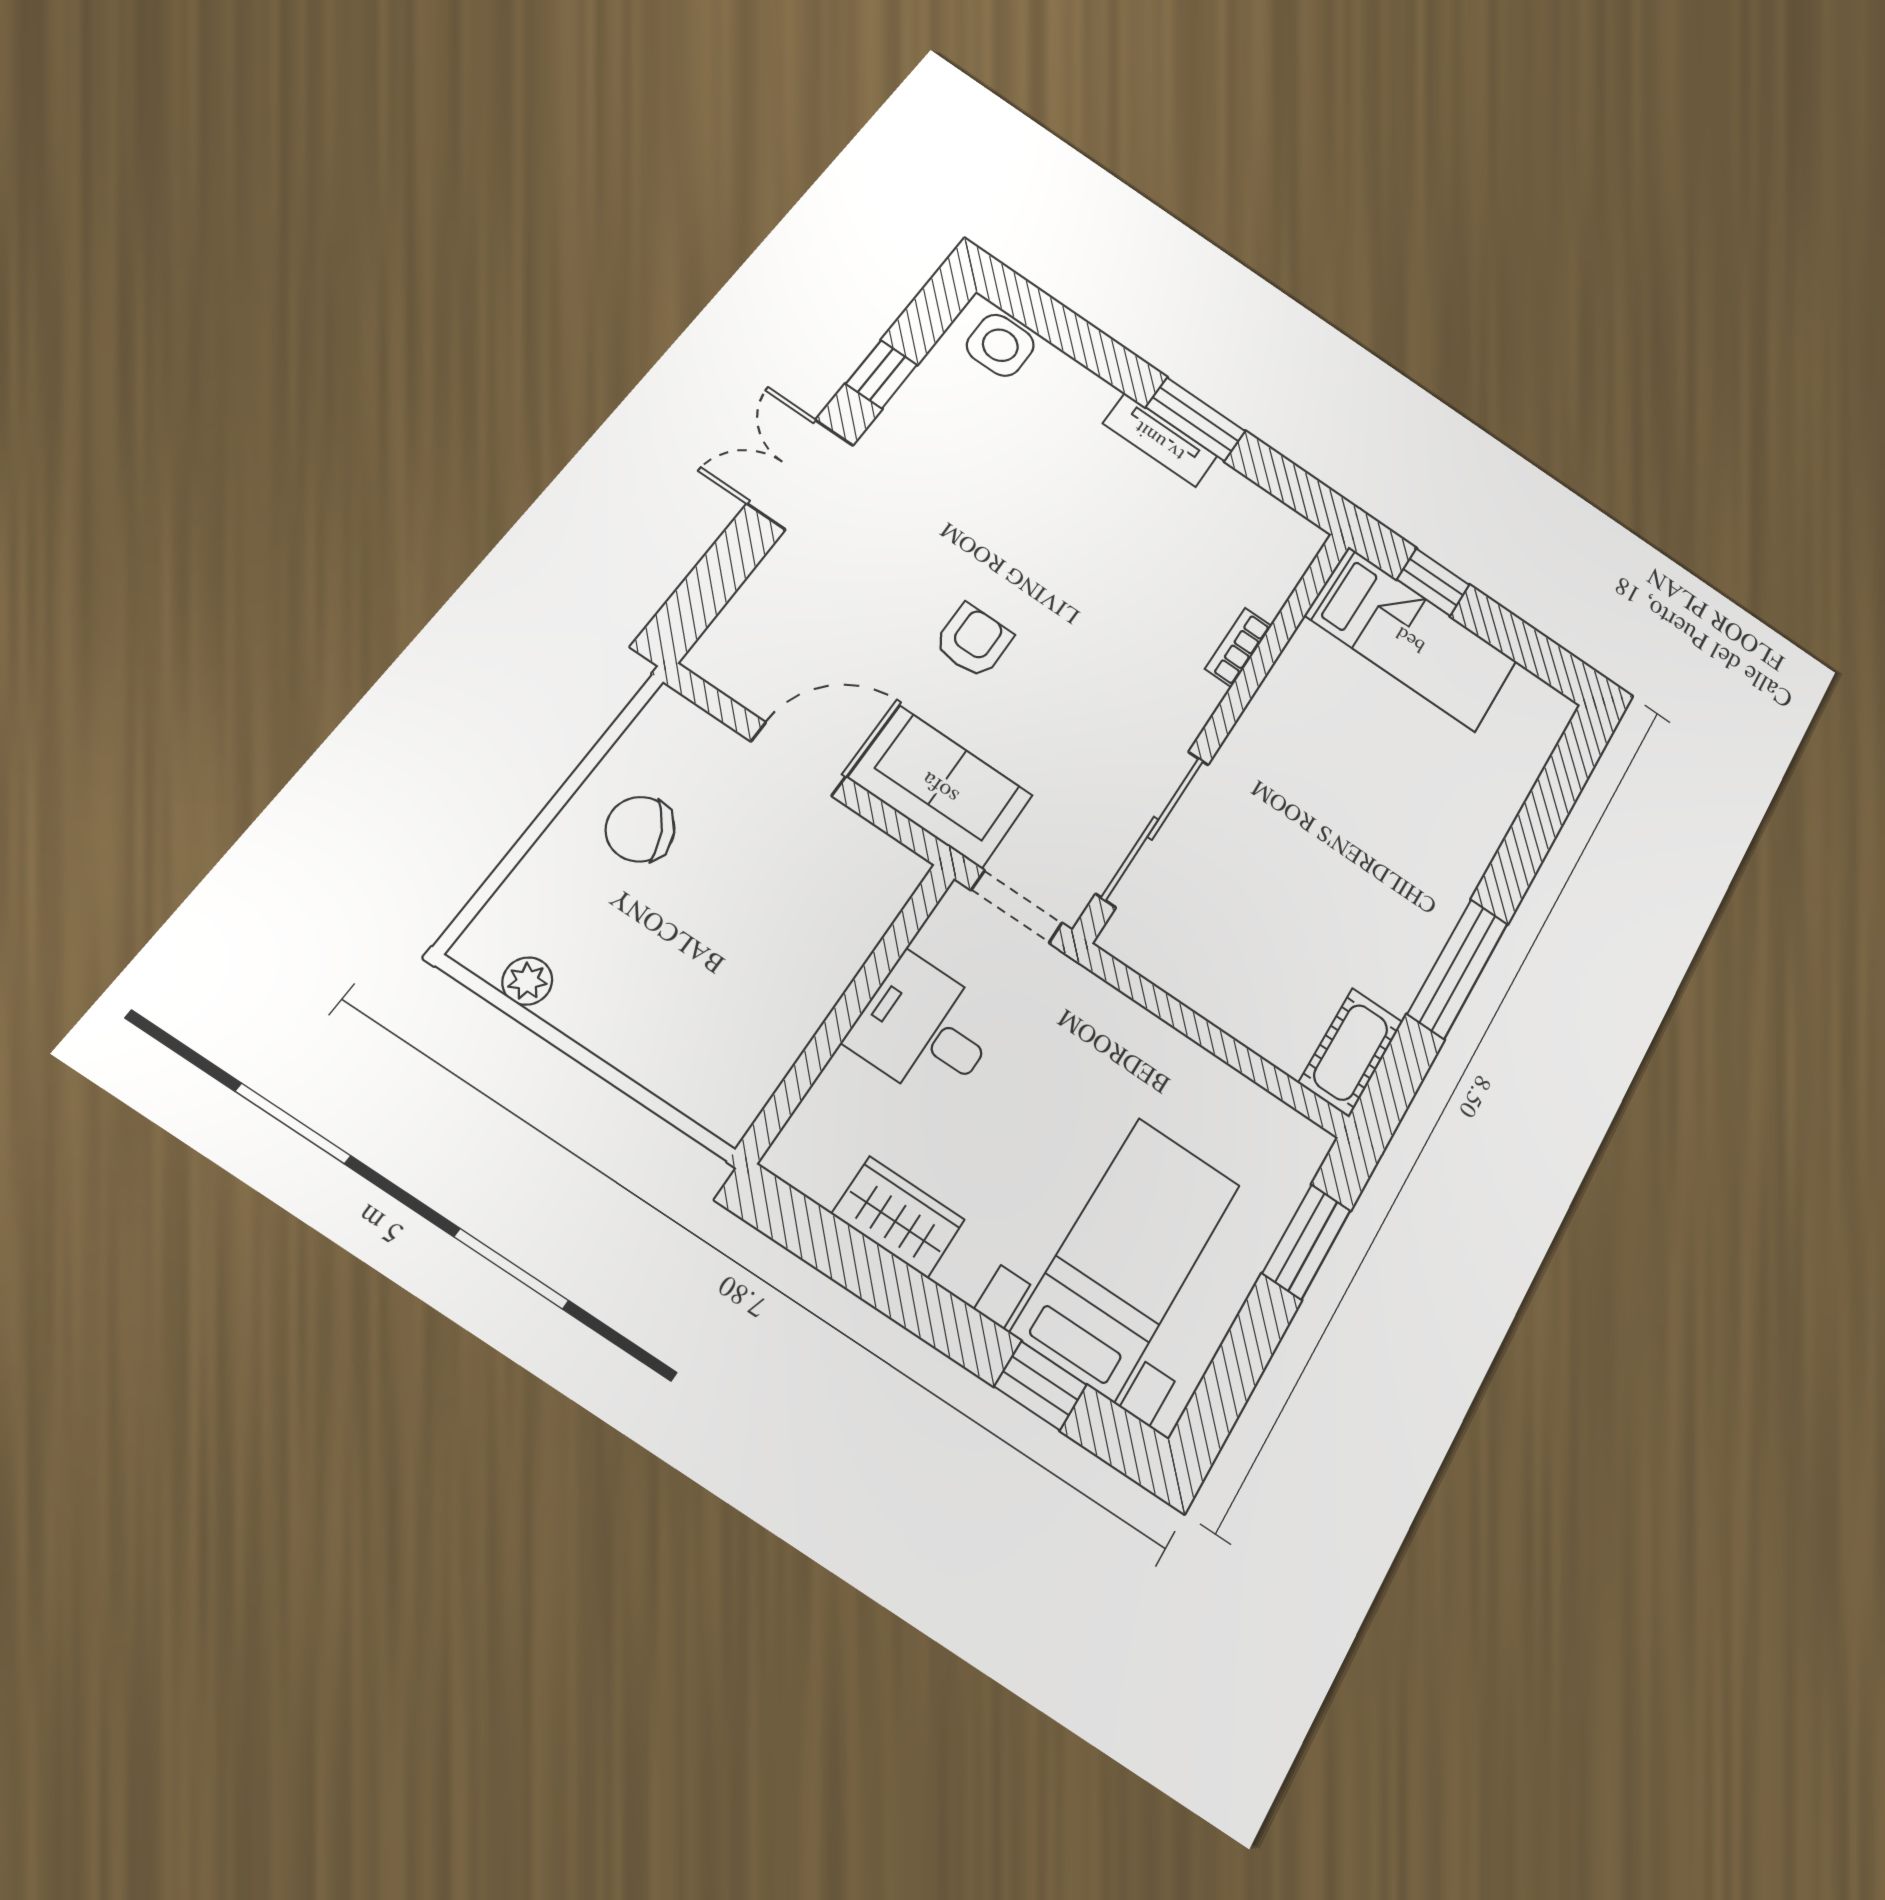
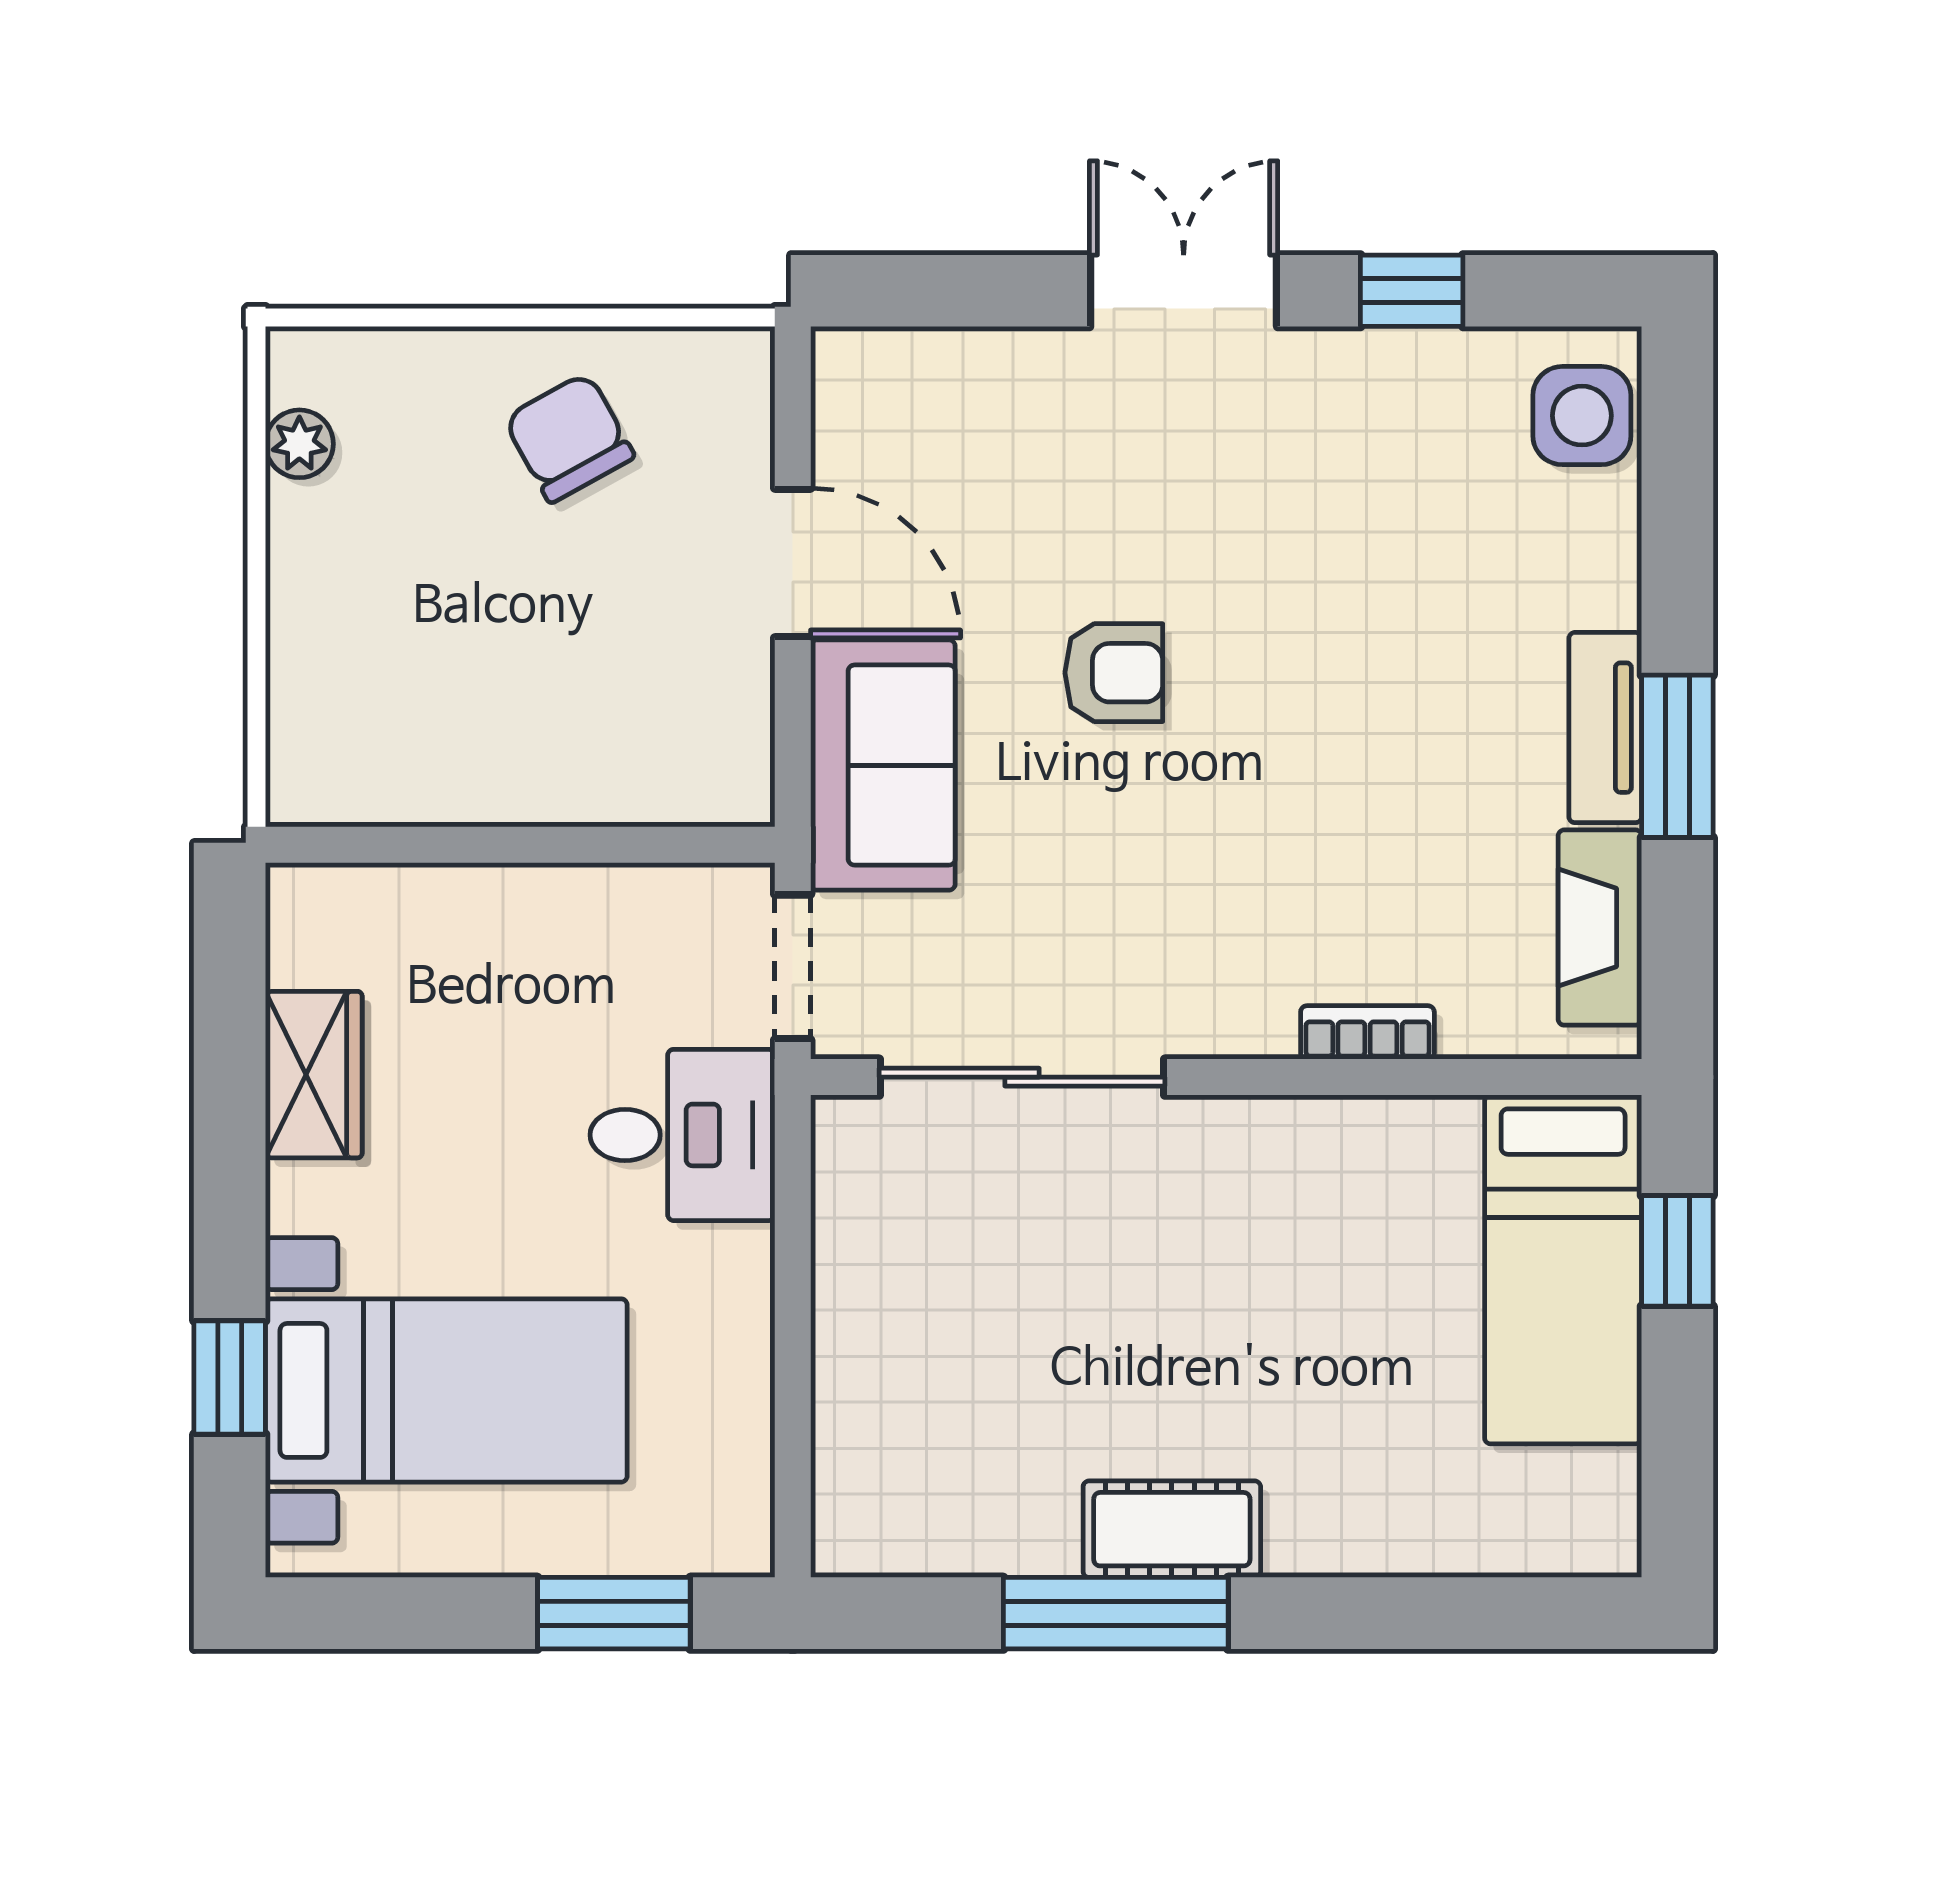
fireplace: (1256, 509) -> (1600, 928), added
desk: (925, 1029) -> (682, 1135), moved, turned 90
cot: (1351, 1052) -> (1172, 1529), moved

